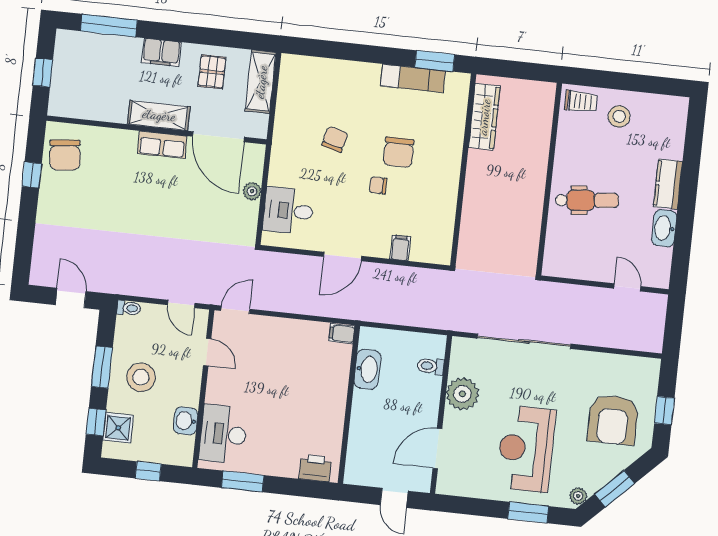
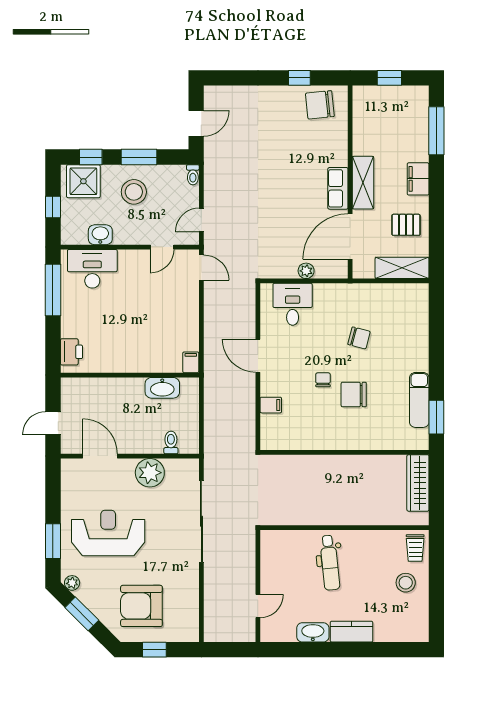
wardrobe: (484, 117) -> (418, 483), moved, turned 90
shower: (118, 428) -> (83, 181), width x1.36, depth x1.36
window: (243, 481) -> (53, 290), width x1.44

